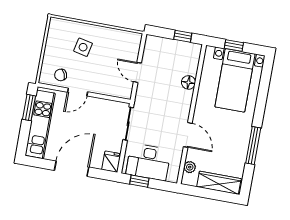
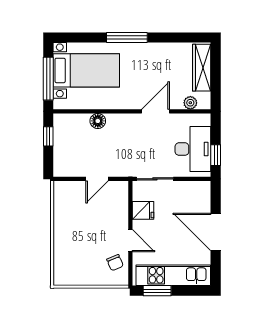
window: (234, 45) -> (48, 79), width x2.17
side table: (83, 47) -> (80, 244), removed
window: (253, 146) -> (127, 37), moved
fridge: (111, 162) -> (143, 210), moved, turned 180

